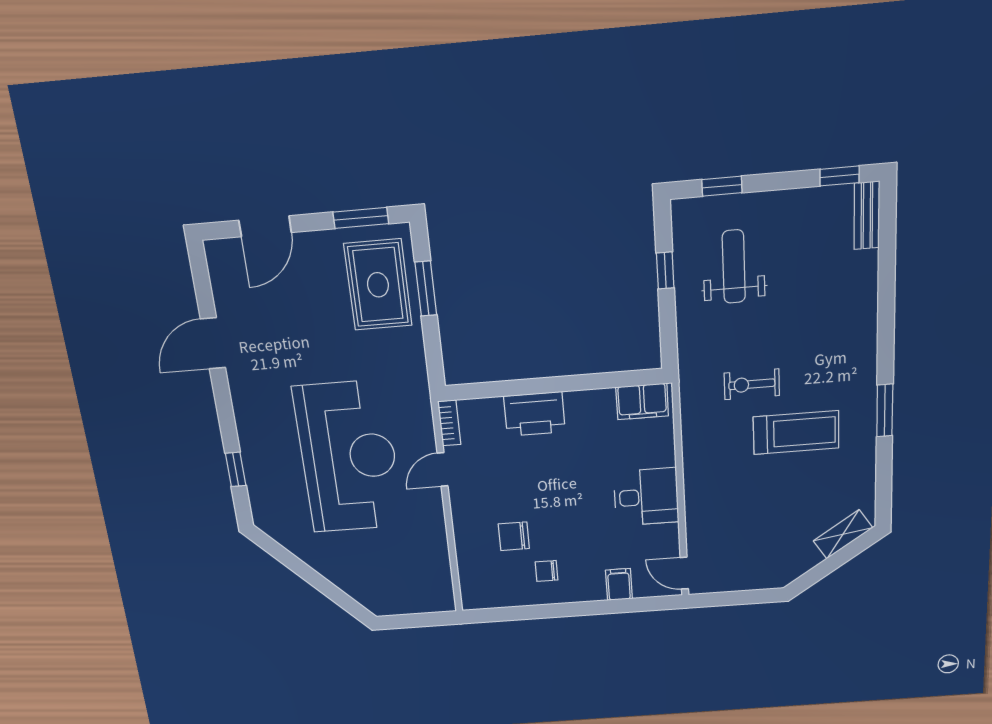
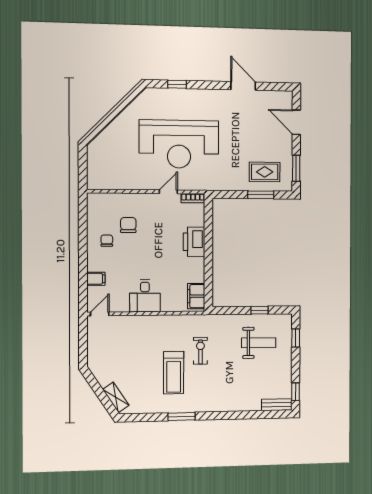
rug: (378, 285) -> (265, 172), width x0.73, depth x0.70
door: (443, 469) -> (168, 192), hinge flipped

